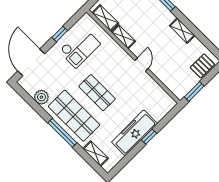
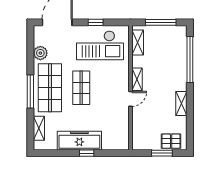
shelving: (123, 37) -> (137, 79), moved
checkout: (80, 48) -> (100, 45), width x1.36, depth x1.21
window: (194, 91) -> (162, 153), moved

